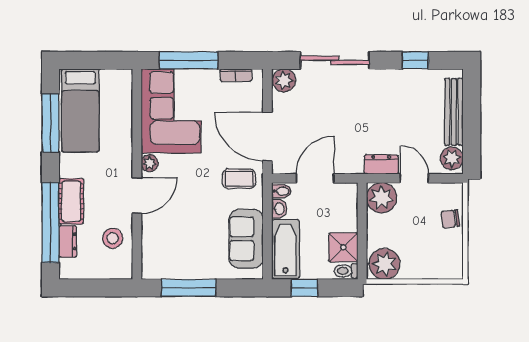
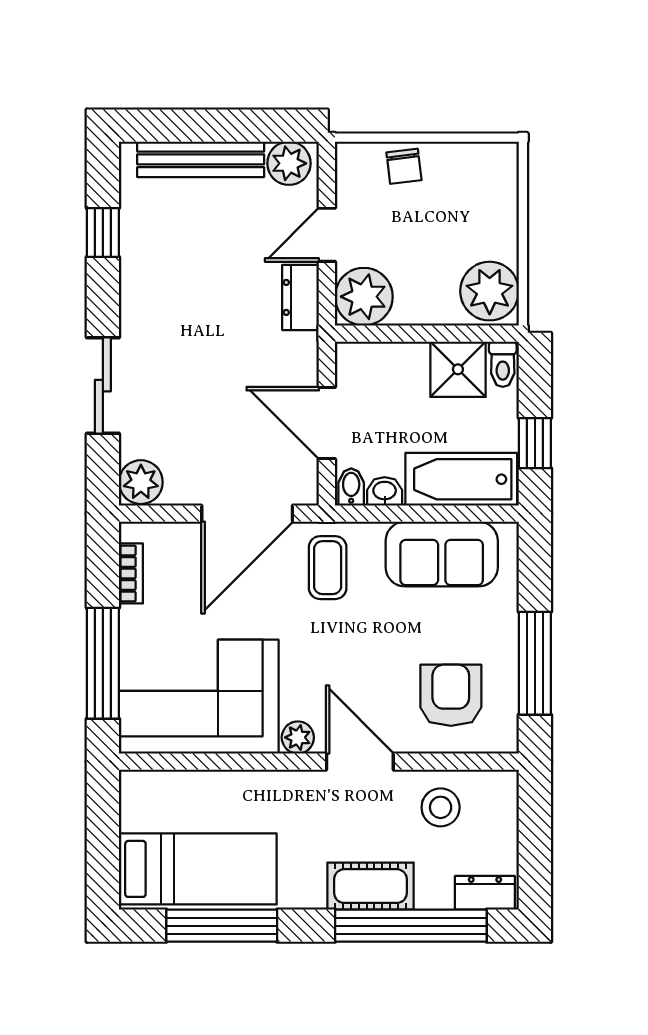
sliding door: (335, 60) -> (103, 386), width x0.73
dresser: (68, 241) -> (485, 893), moved
armchair: (172, 244) -> (451, 695), added

